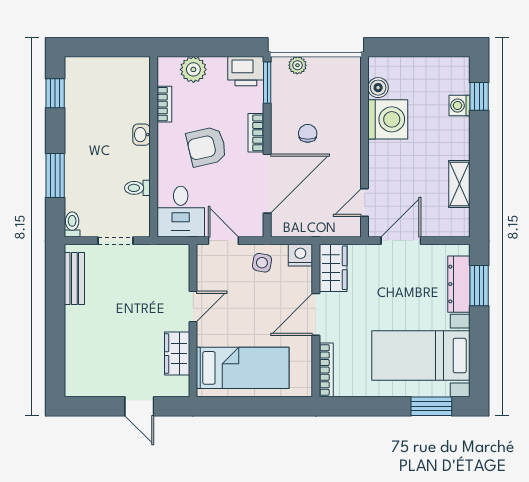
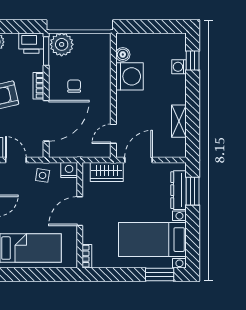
plant: (297, 65) -> (62, 44), width x1.88, depth x1.88
wardrobe: (333, 268) -> (107, 172), moved, turned 90
bookcase: (326, 370) -> (87, 256), width x0.64

